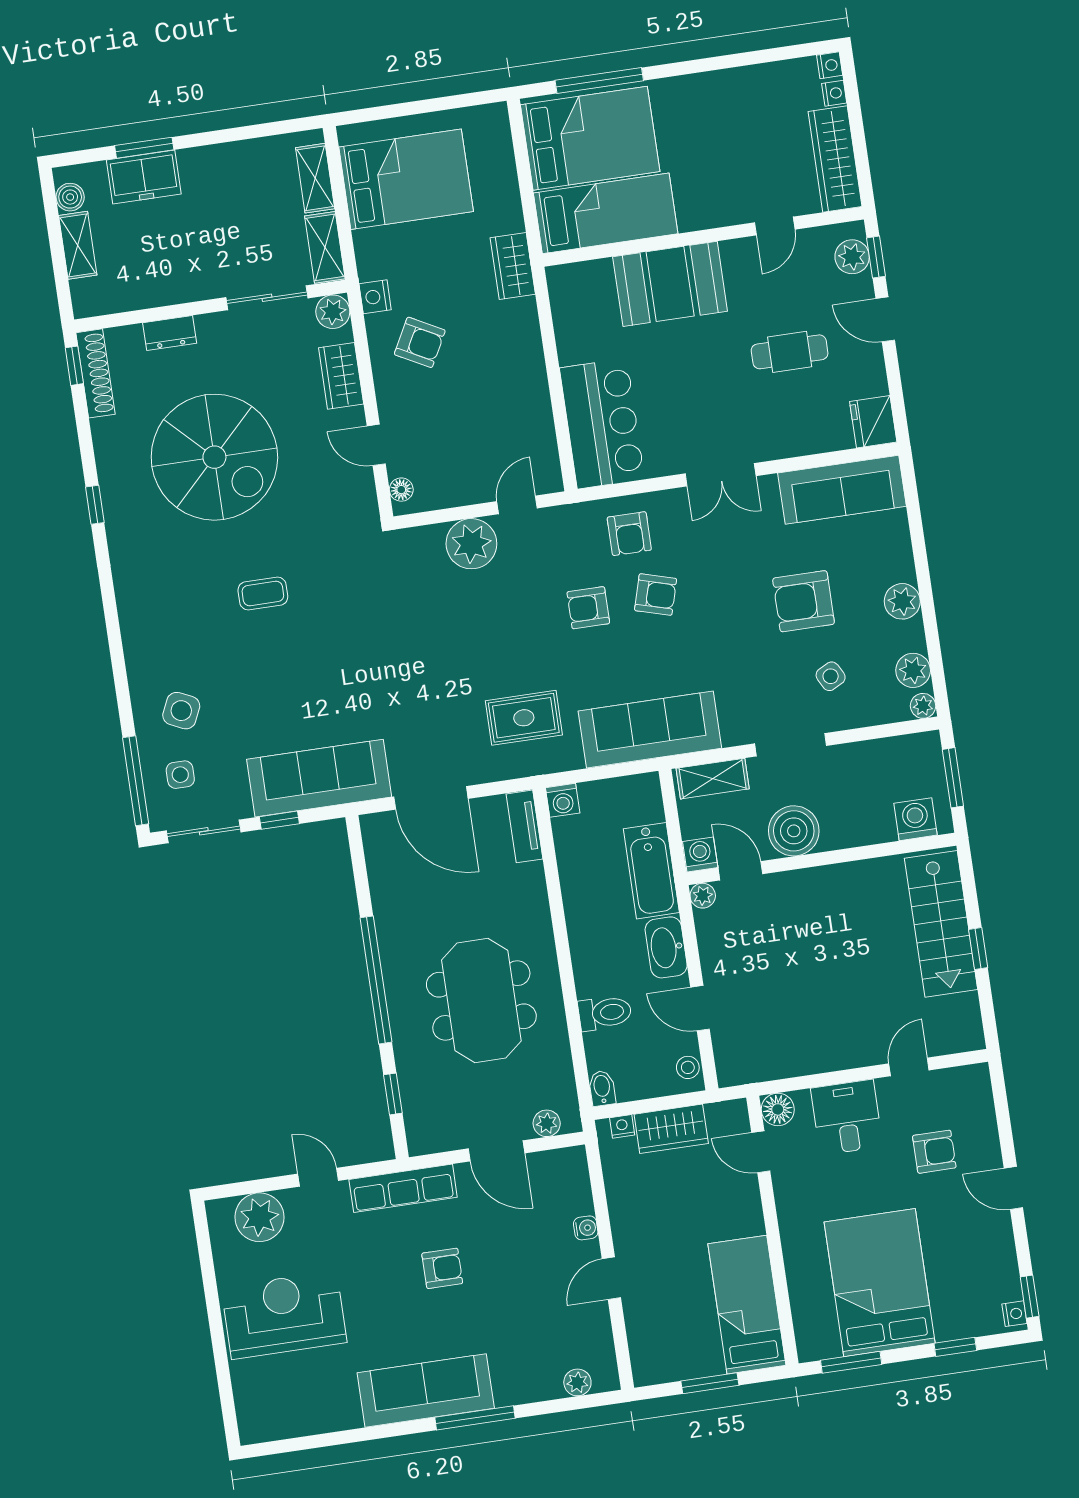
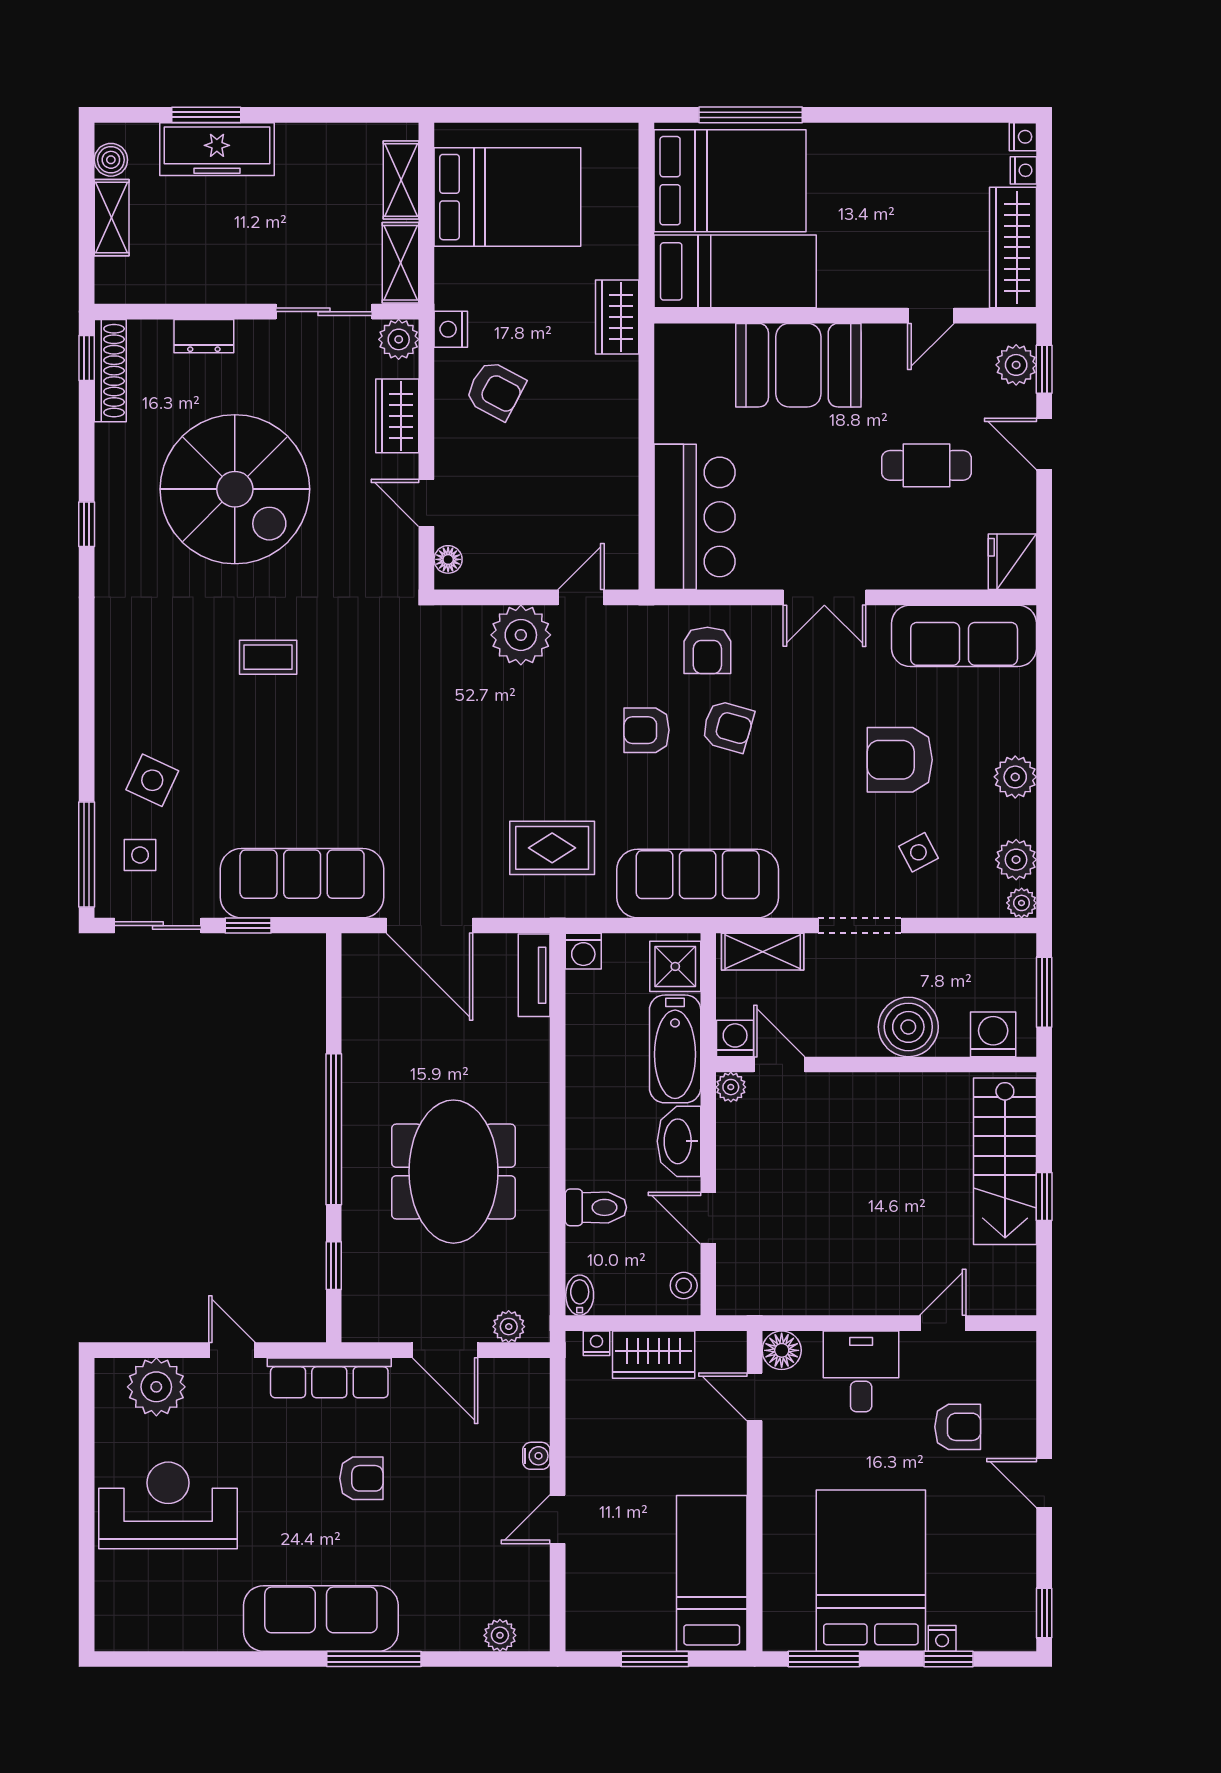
freezer: (144, 177) -> (217, 149), width x1.40
shower: (641, 802) -> (675, 966), added
boiler: (794, 831) -> (908, 1027), moved
nightstand: (1014, 1314) -> (942, 1638), moved, turned 90

